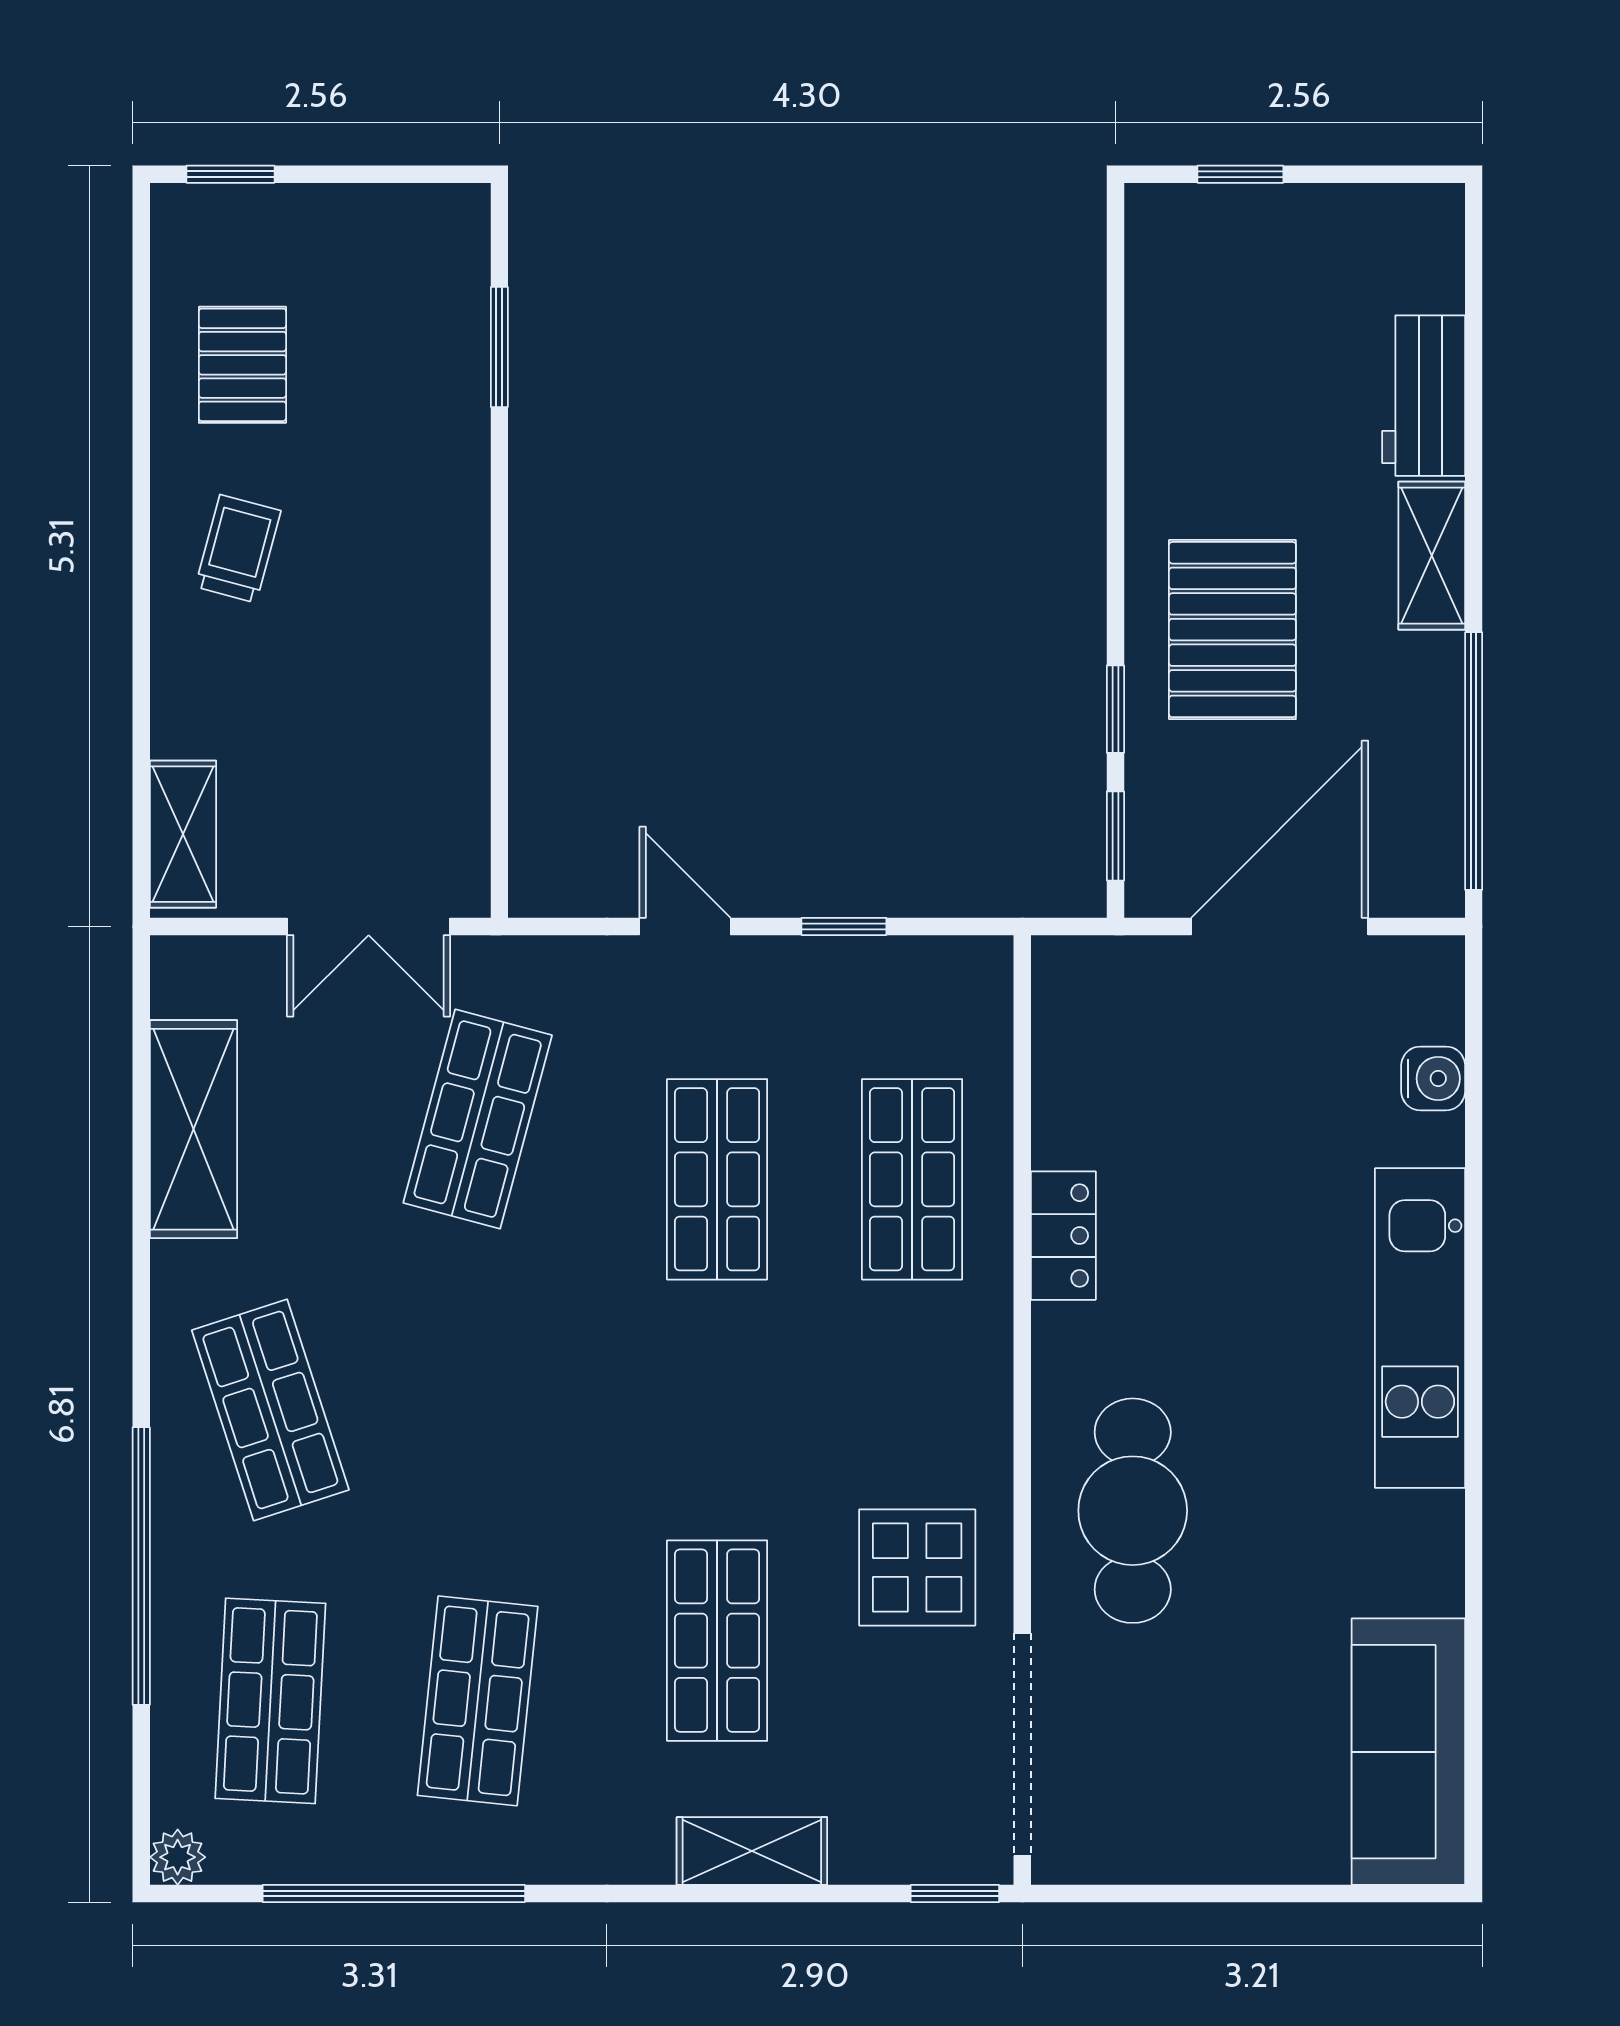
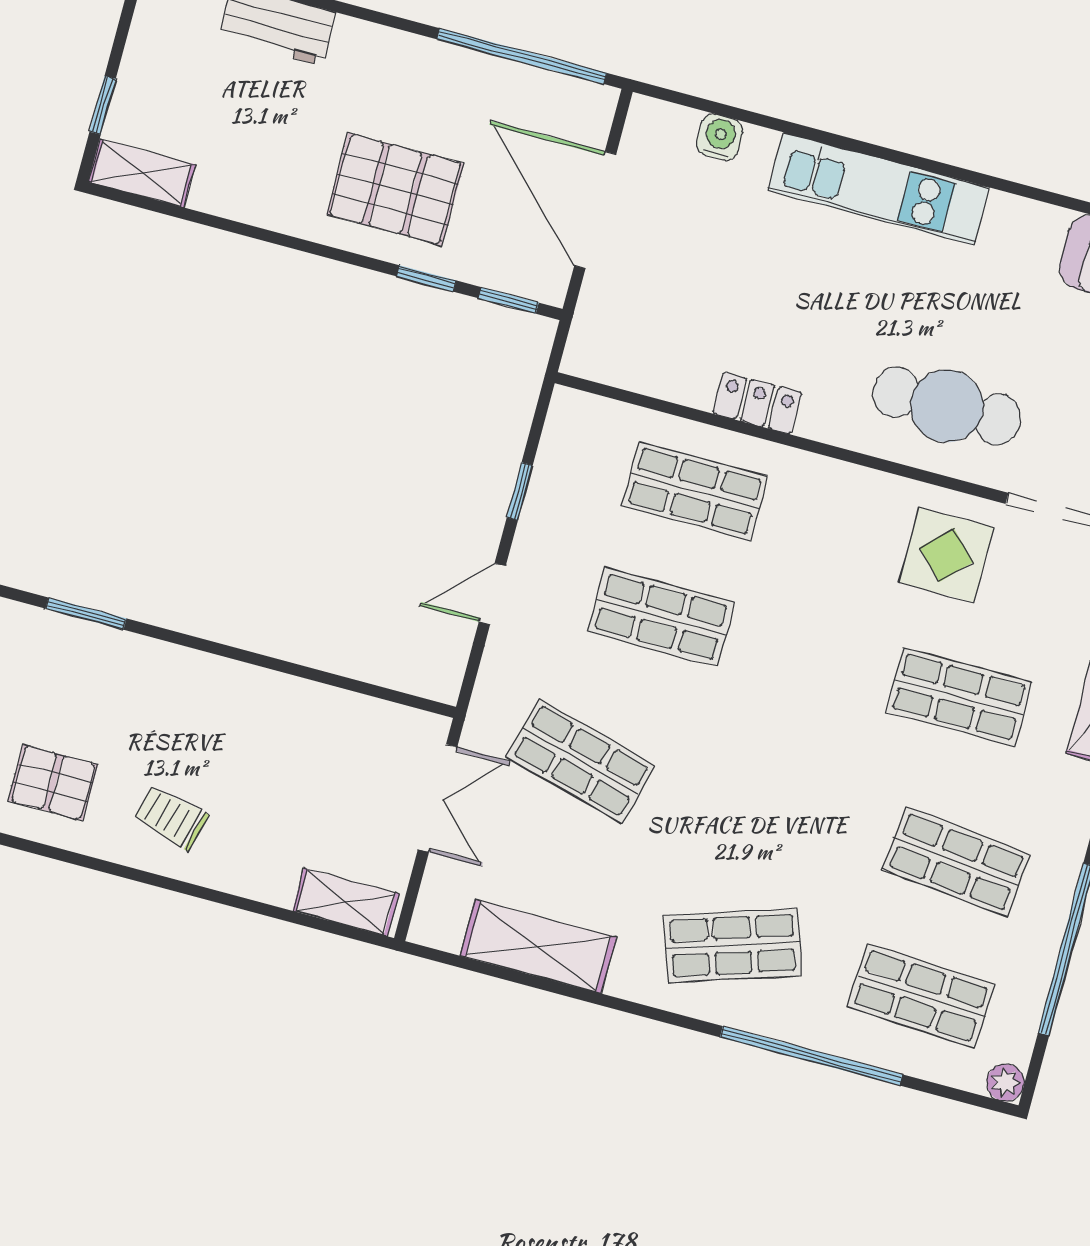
shelving: (1432, 556) -> (142, 173), moved

